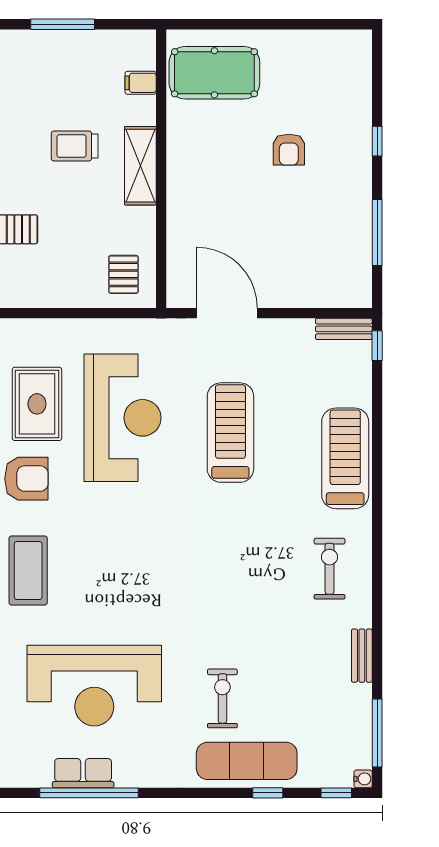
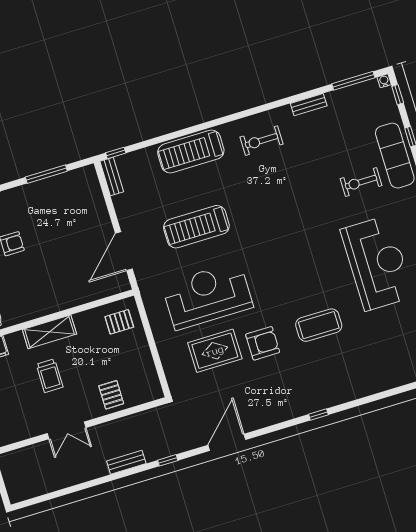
armchair: (26, 479) -> (263, 343), turned 90

